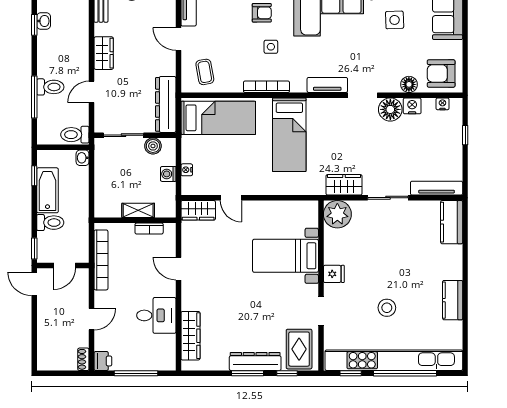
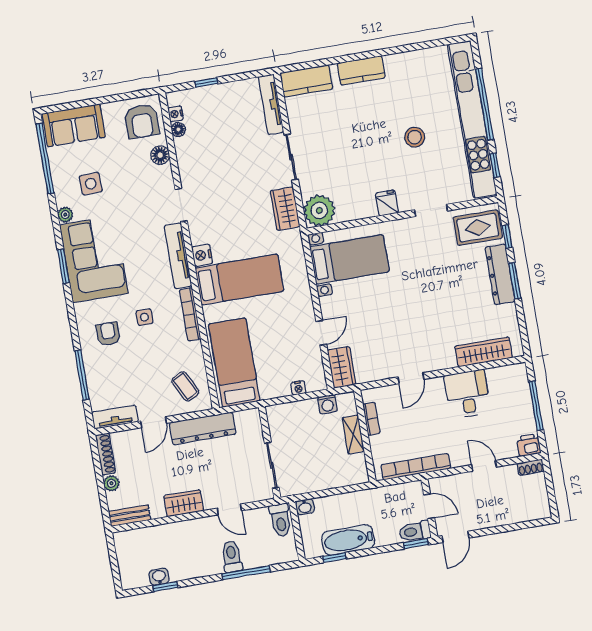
coffee table: (205, 72) -> (185, 386), turned 73
tv unit: (327, 85) -> (178, 256), width x1.41
dresser: (166, 104) -> (203, 428), moved
nightstand: (412, 106) -> (202, 255), moved
floor lamp: (390, 109) -> (178, 130), moved, width x0.53, depth x0.53
boiler: (153, 146) -> (278, 430), removed
washing machine: (168, 174) -> (327, 404), moved
toilet: (50, 223) -> (415, 531), moved, turned -90
bed with nightstands: (285, 256) -> (350, 259), moved, turned -90
kitchen counter: (453, 300) -> (361, 70), moved

